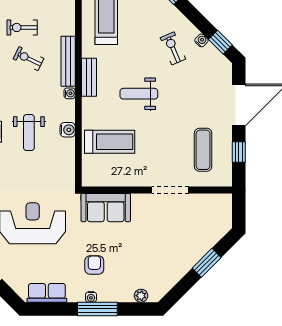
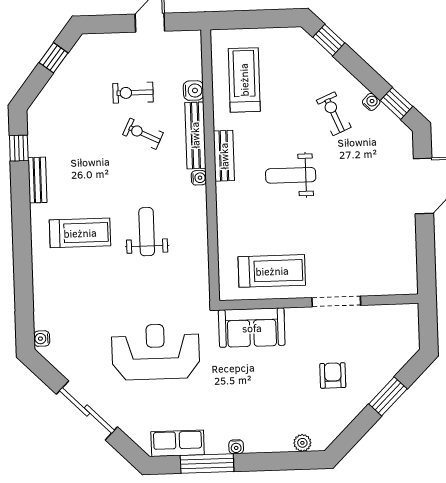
water cooler: (68, 130) -> (193, 91), moved
weight bench: (29, 133) -> (147, 232), turned 180
treadmill: (110, 142) -> (272, 271), moved
exercise mat: (203, 150) -> (378, 247), removed
window: (239, 152) -> (426, 248), removed
armchair: (94, 265) -> (333, 375), moved
window: (97, 309) -> (207, 464), moved

